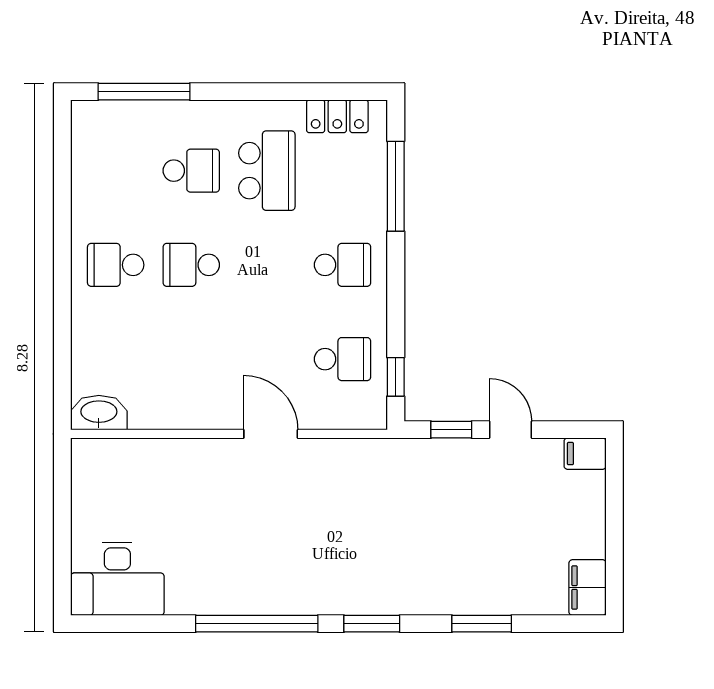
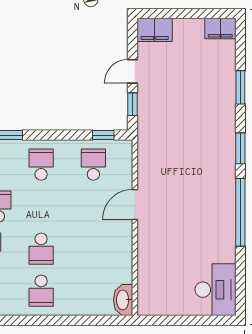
filing cabinet: (585, 454) -> (155, 30), width x2.00

